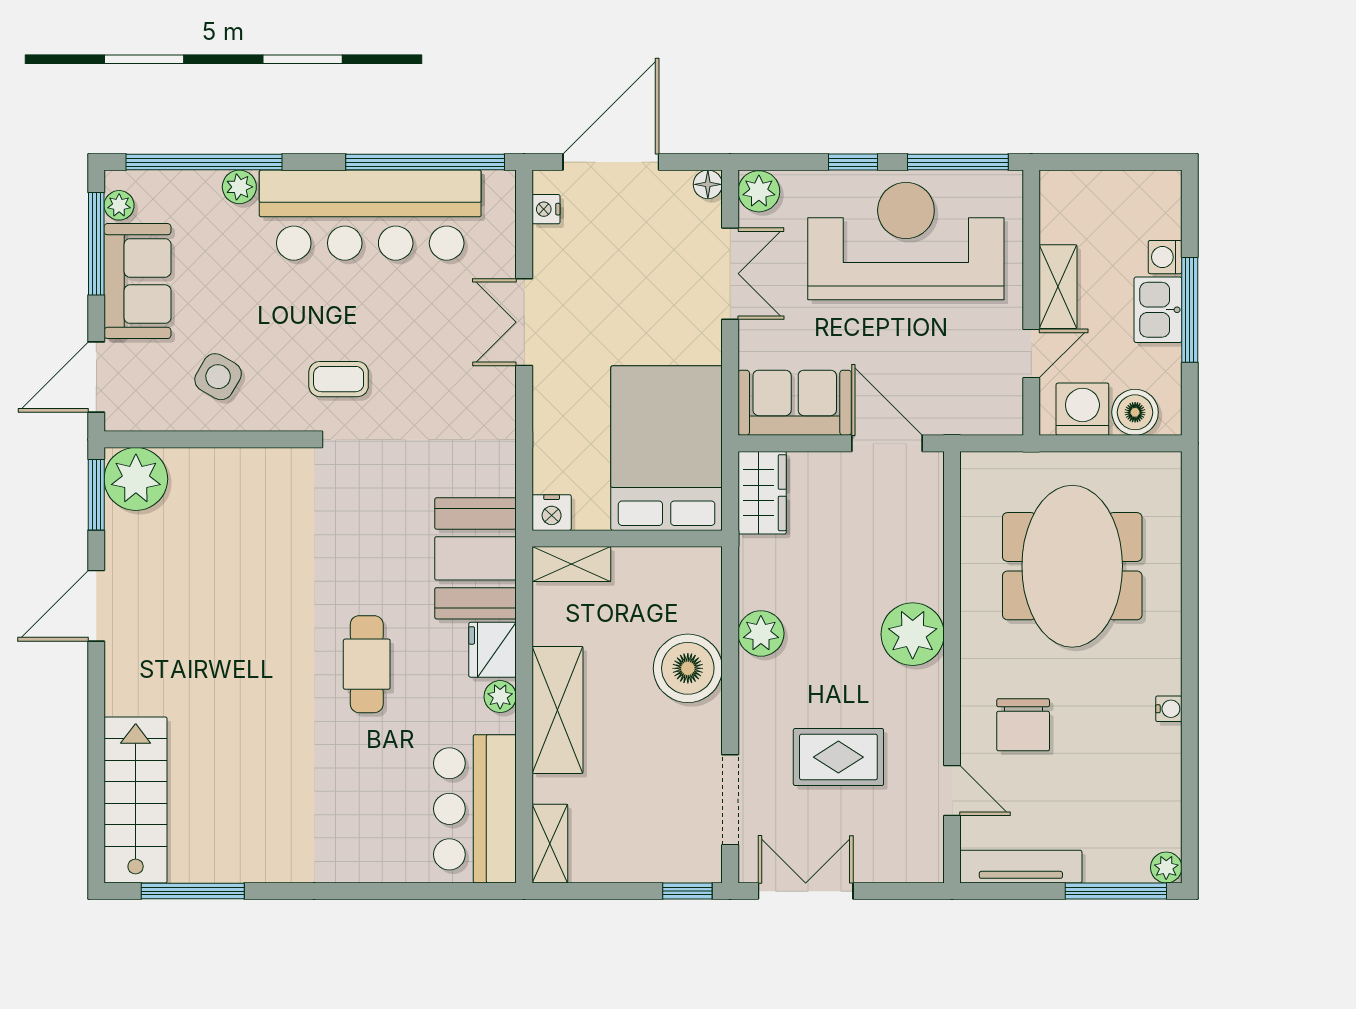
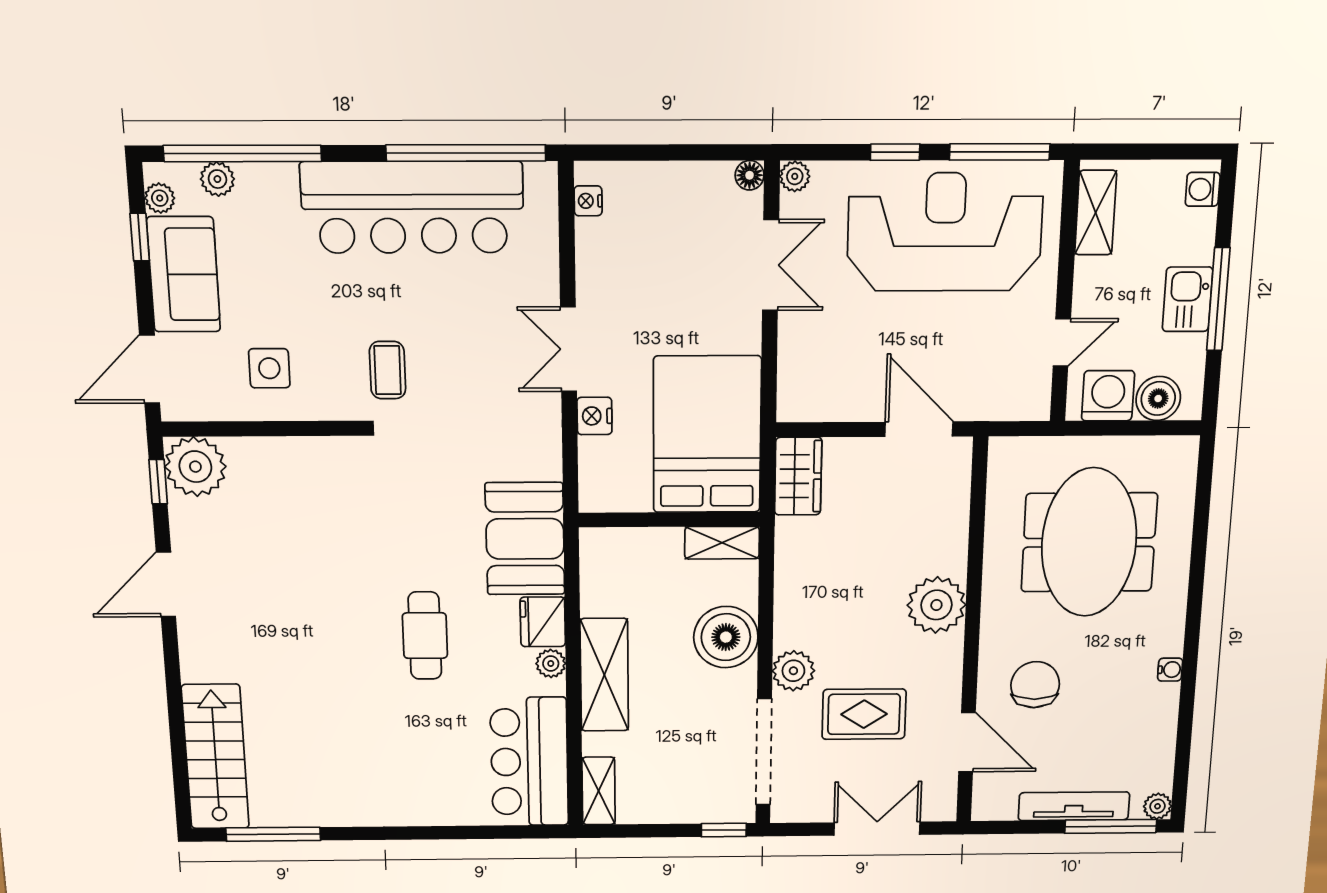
door: (611, 162) -> (653, 153), removed
plant: (239, 187) -> (217, 179), moved
plant: (759, 191) -> (795, 176), width x0.73, depth x0.73
window: (96, 244) -> (140, 237), width x0.46
washing machine: (1165, 257) -> (1203, 189), moved
shelving: (1058, 287) -> (1096, 213), moved
double door: (524, 322) -> (568, 349), moved
side table: (218, 377) -> (269, 368), turned -30
coffee table: (339, 379) -> (388, 370), turned 90
sofa: (795, 403) -> (831, 391), removed
window: (96, 495) -> (158, 482), width x0.67
nightstand: (552, 513) -> (594, 416), moved, turned 90
shelving: (571, 564) -> (722, 543), moved
plant: (761, 633) -> (793, 671), moved
chair: (1023, 725) -> (1035, 685), turned 180
door: (952, 791) -> (967, 742), width x1.38
doorway: (730, 800) -> (764, 752), width x1.36
tv unit: (1021, 867) -> (1074, 806), moved
double door: (806, 891) -> (877, 829), moved

